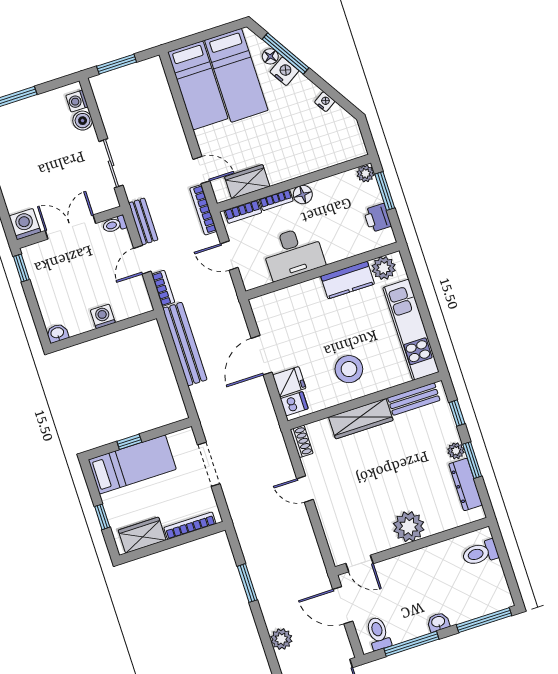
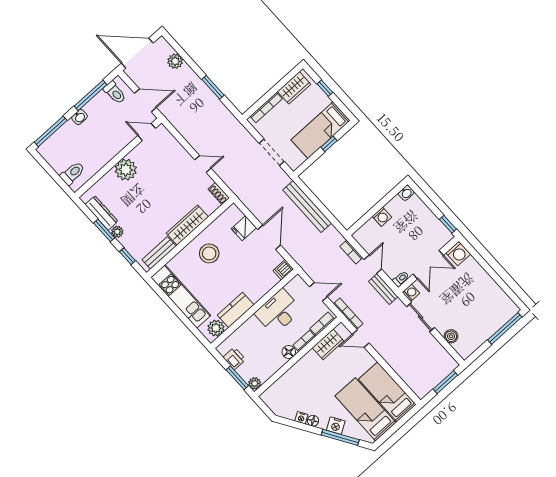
floor lamp: (270, 56) -> (313, 421), moved
washing machine: (77, 101) -> (411, 293), moved
bench: (185, 344) -> (307, 207), moved
dishwasher: (294, 404) -> (283, 270), moved

